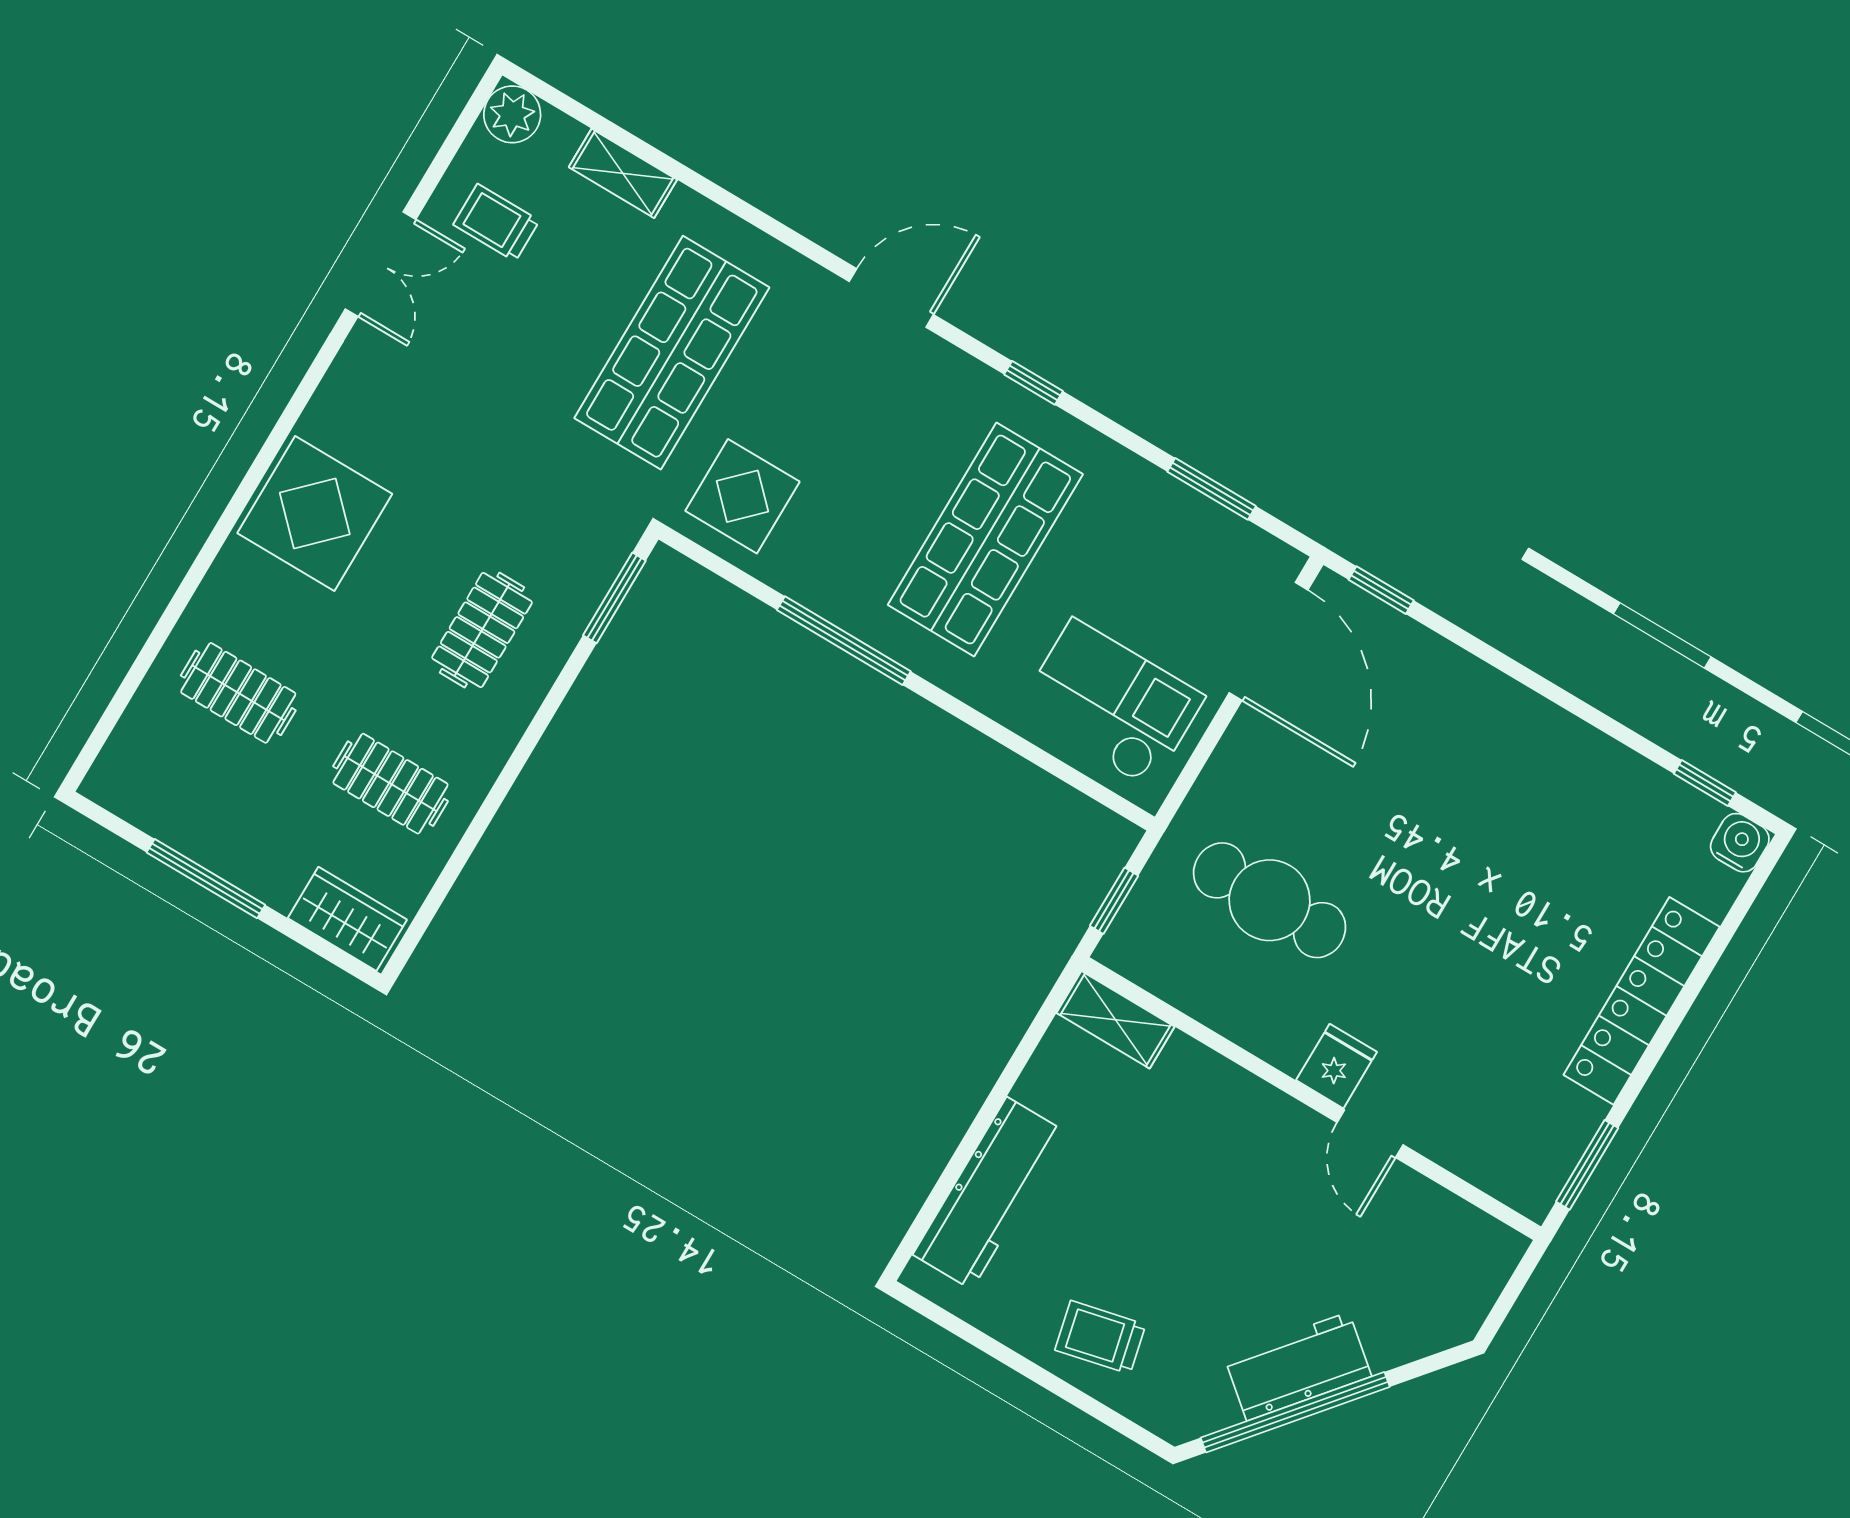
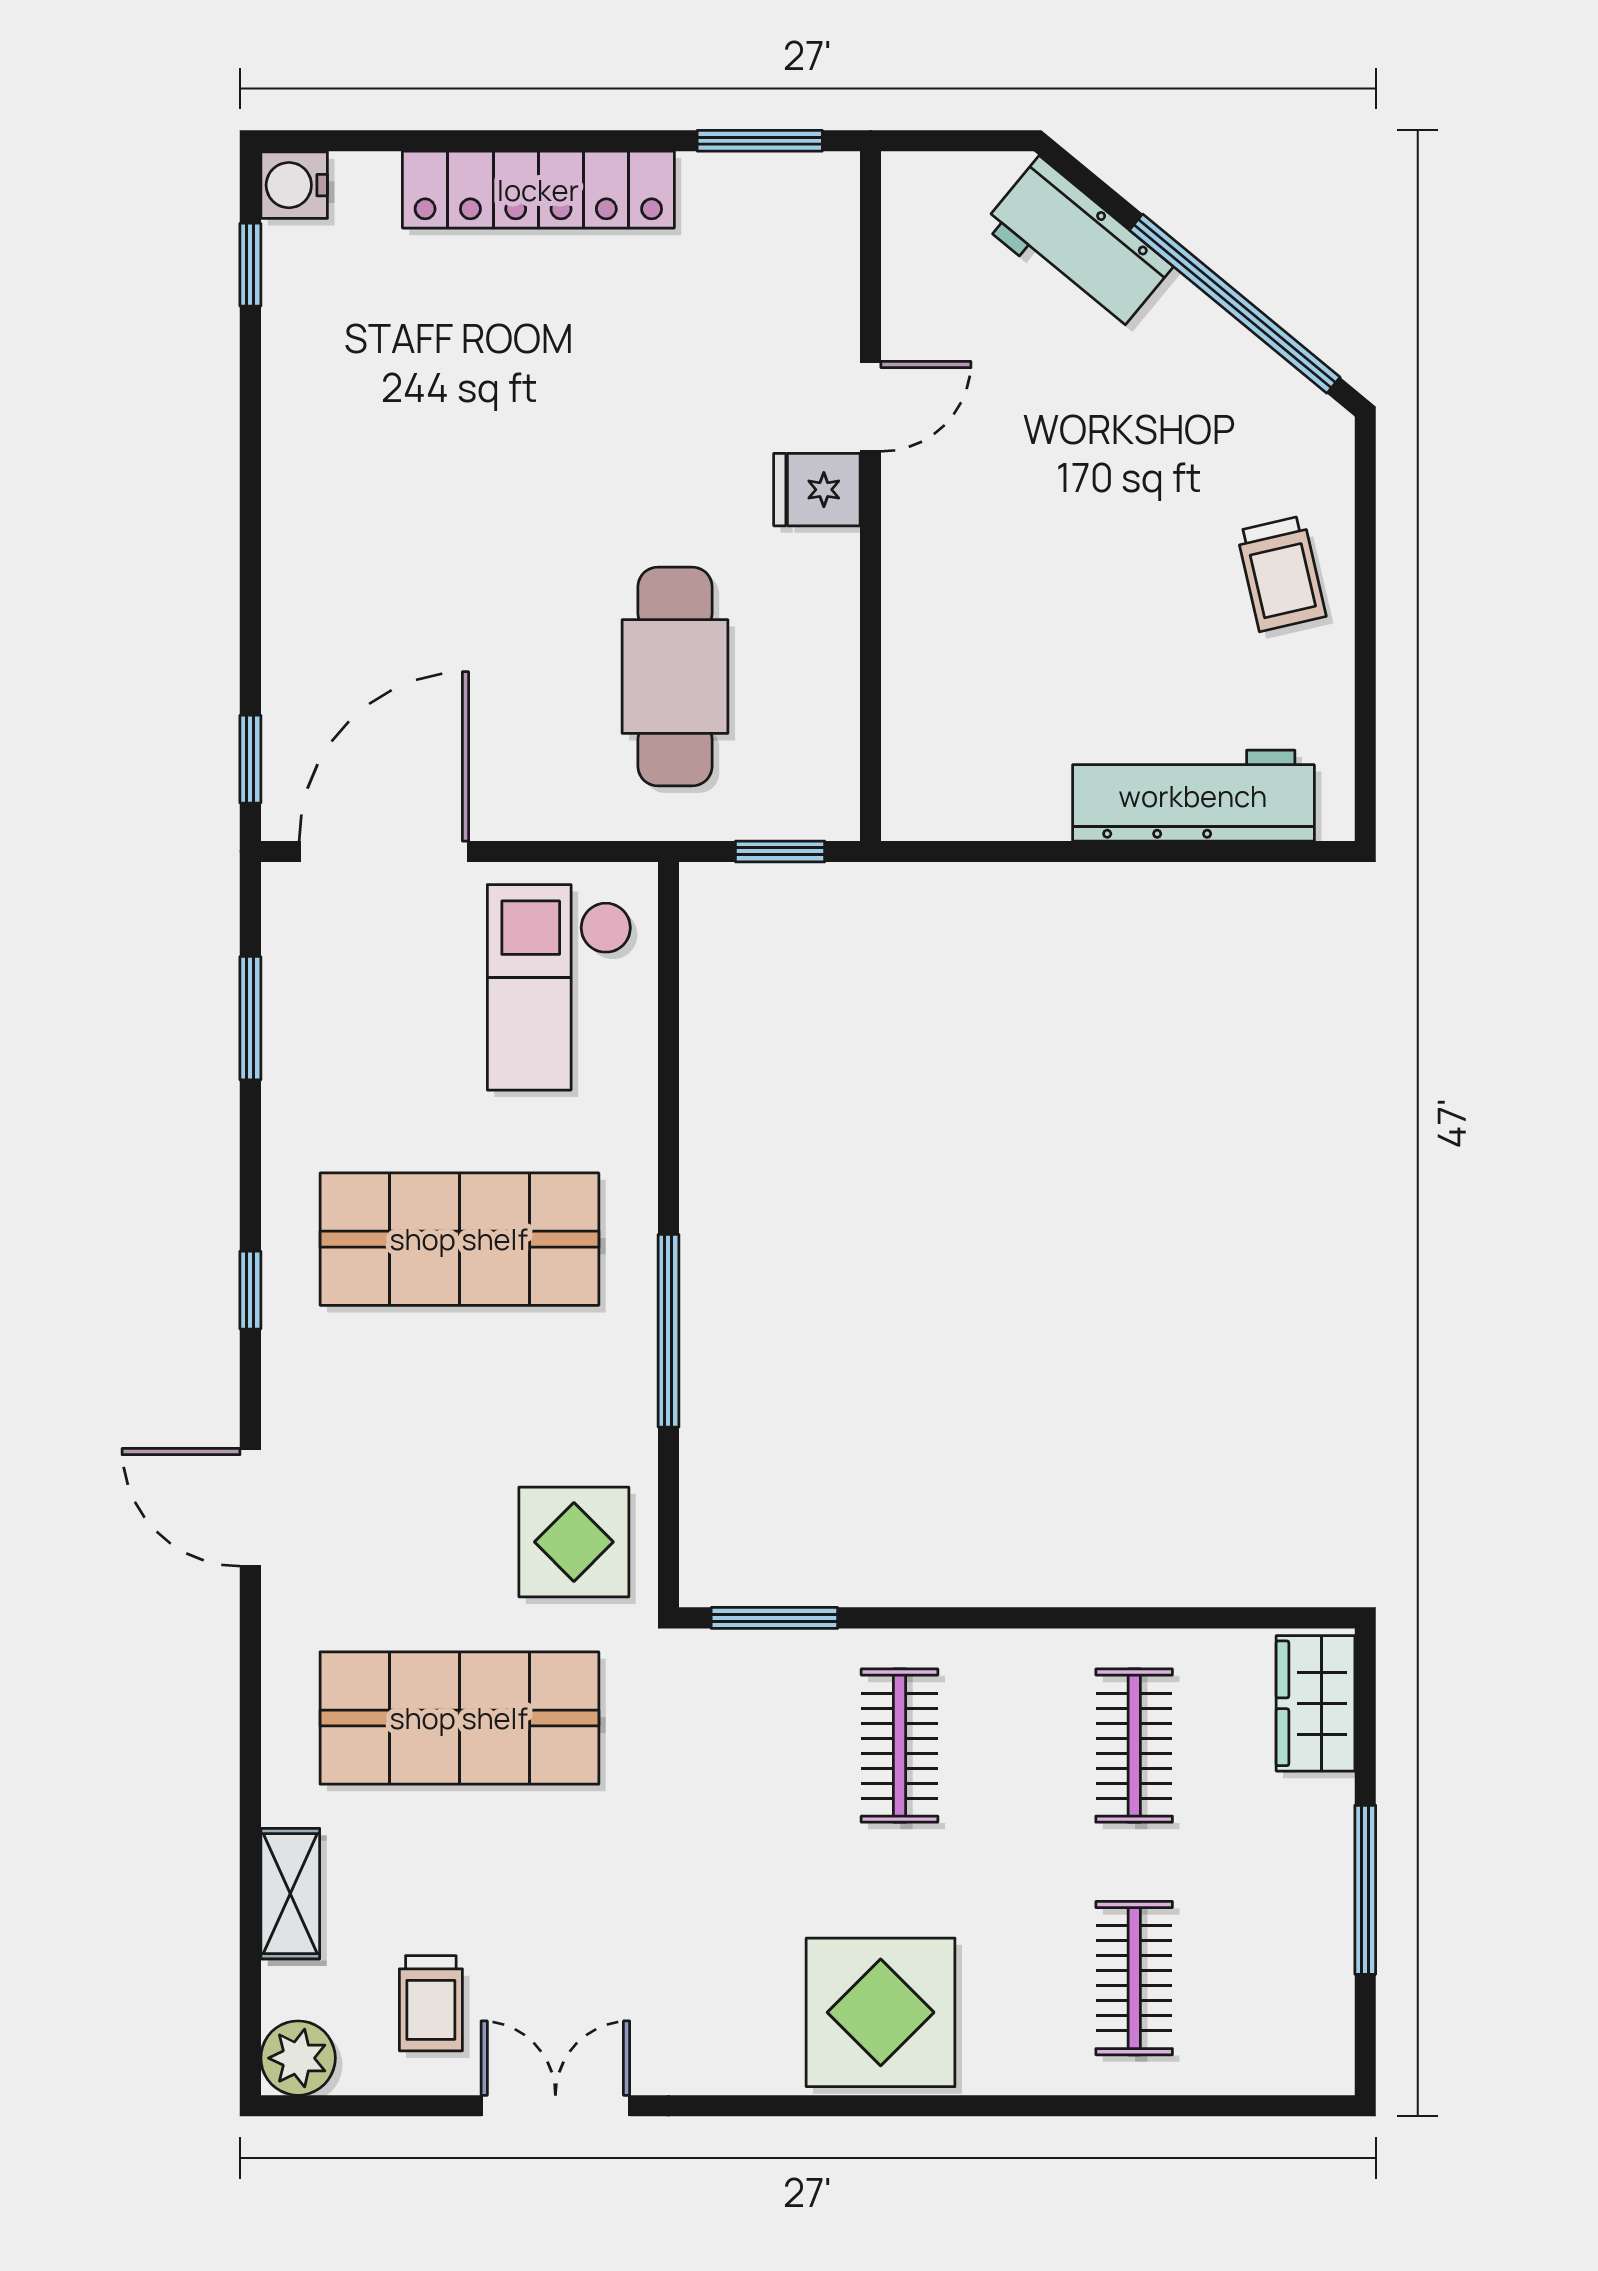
clothes rail: (482, 630) -> (900, 1746), turned 90
shelving: (1116, 1020) -> (913, 770), removed
workbench: (1298, 1366) -> (1078, 246), moved

